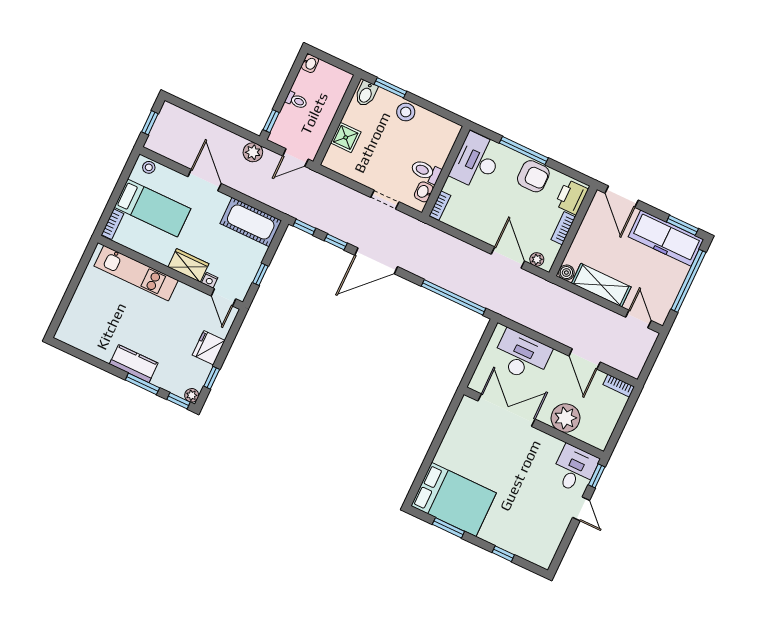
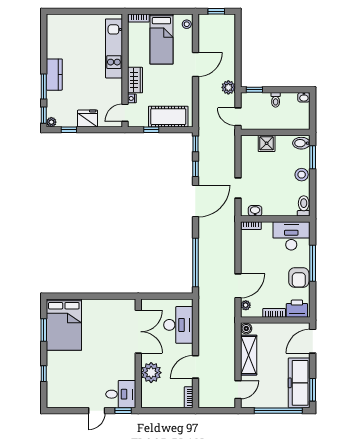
toilet: (426, 171) -> (304, 206), moved
cot: (251, 222) -> (168, 117), moved, turned 90
door: (376, 261) -> (195, 201), swing flipped

